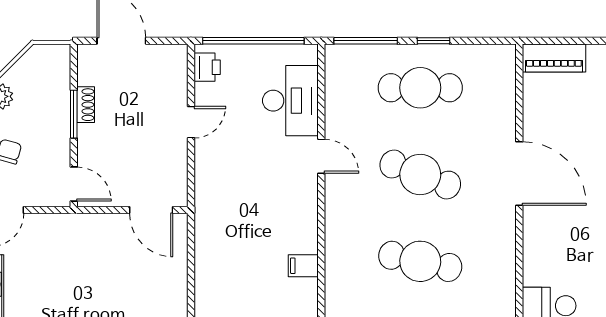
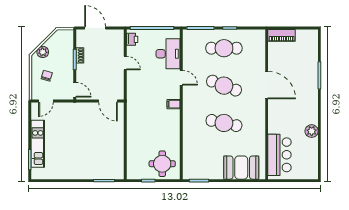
door: (191, 122) -> (125, 63), hinge flipped
filing cabinet: (303, 266) -> (174, 104), moved

